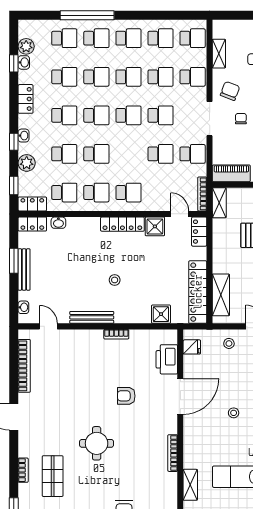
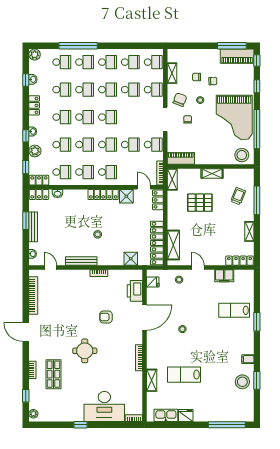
plant: (26, 46) -> (35, 55), moved
school desk: (161, 115) -> (107, 145), moved

